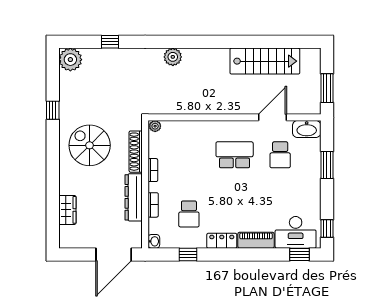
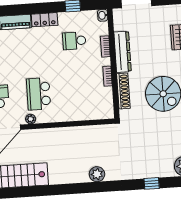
plant: (155, 126) -> (31, 119), moved
school desk: (235, 155) -> (39, 94), turned 90
school desk: (189, 214) -> (74, 41), turned -90

